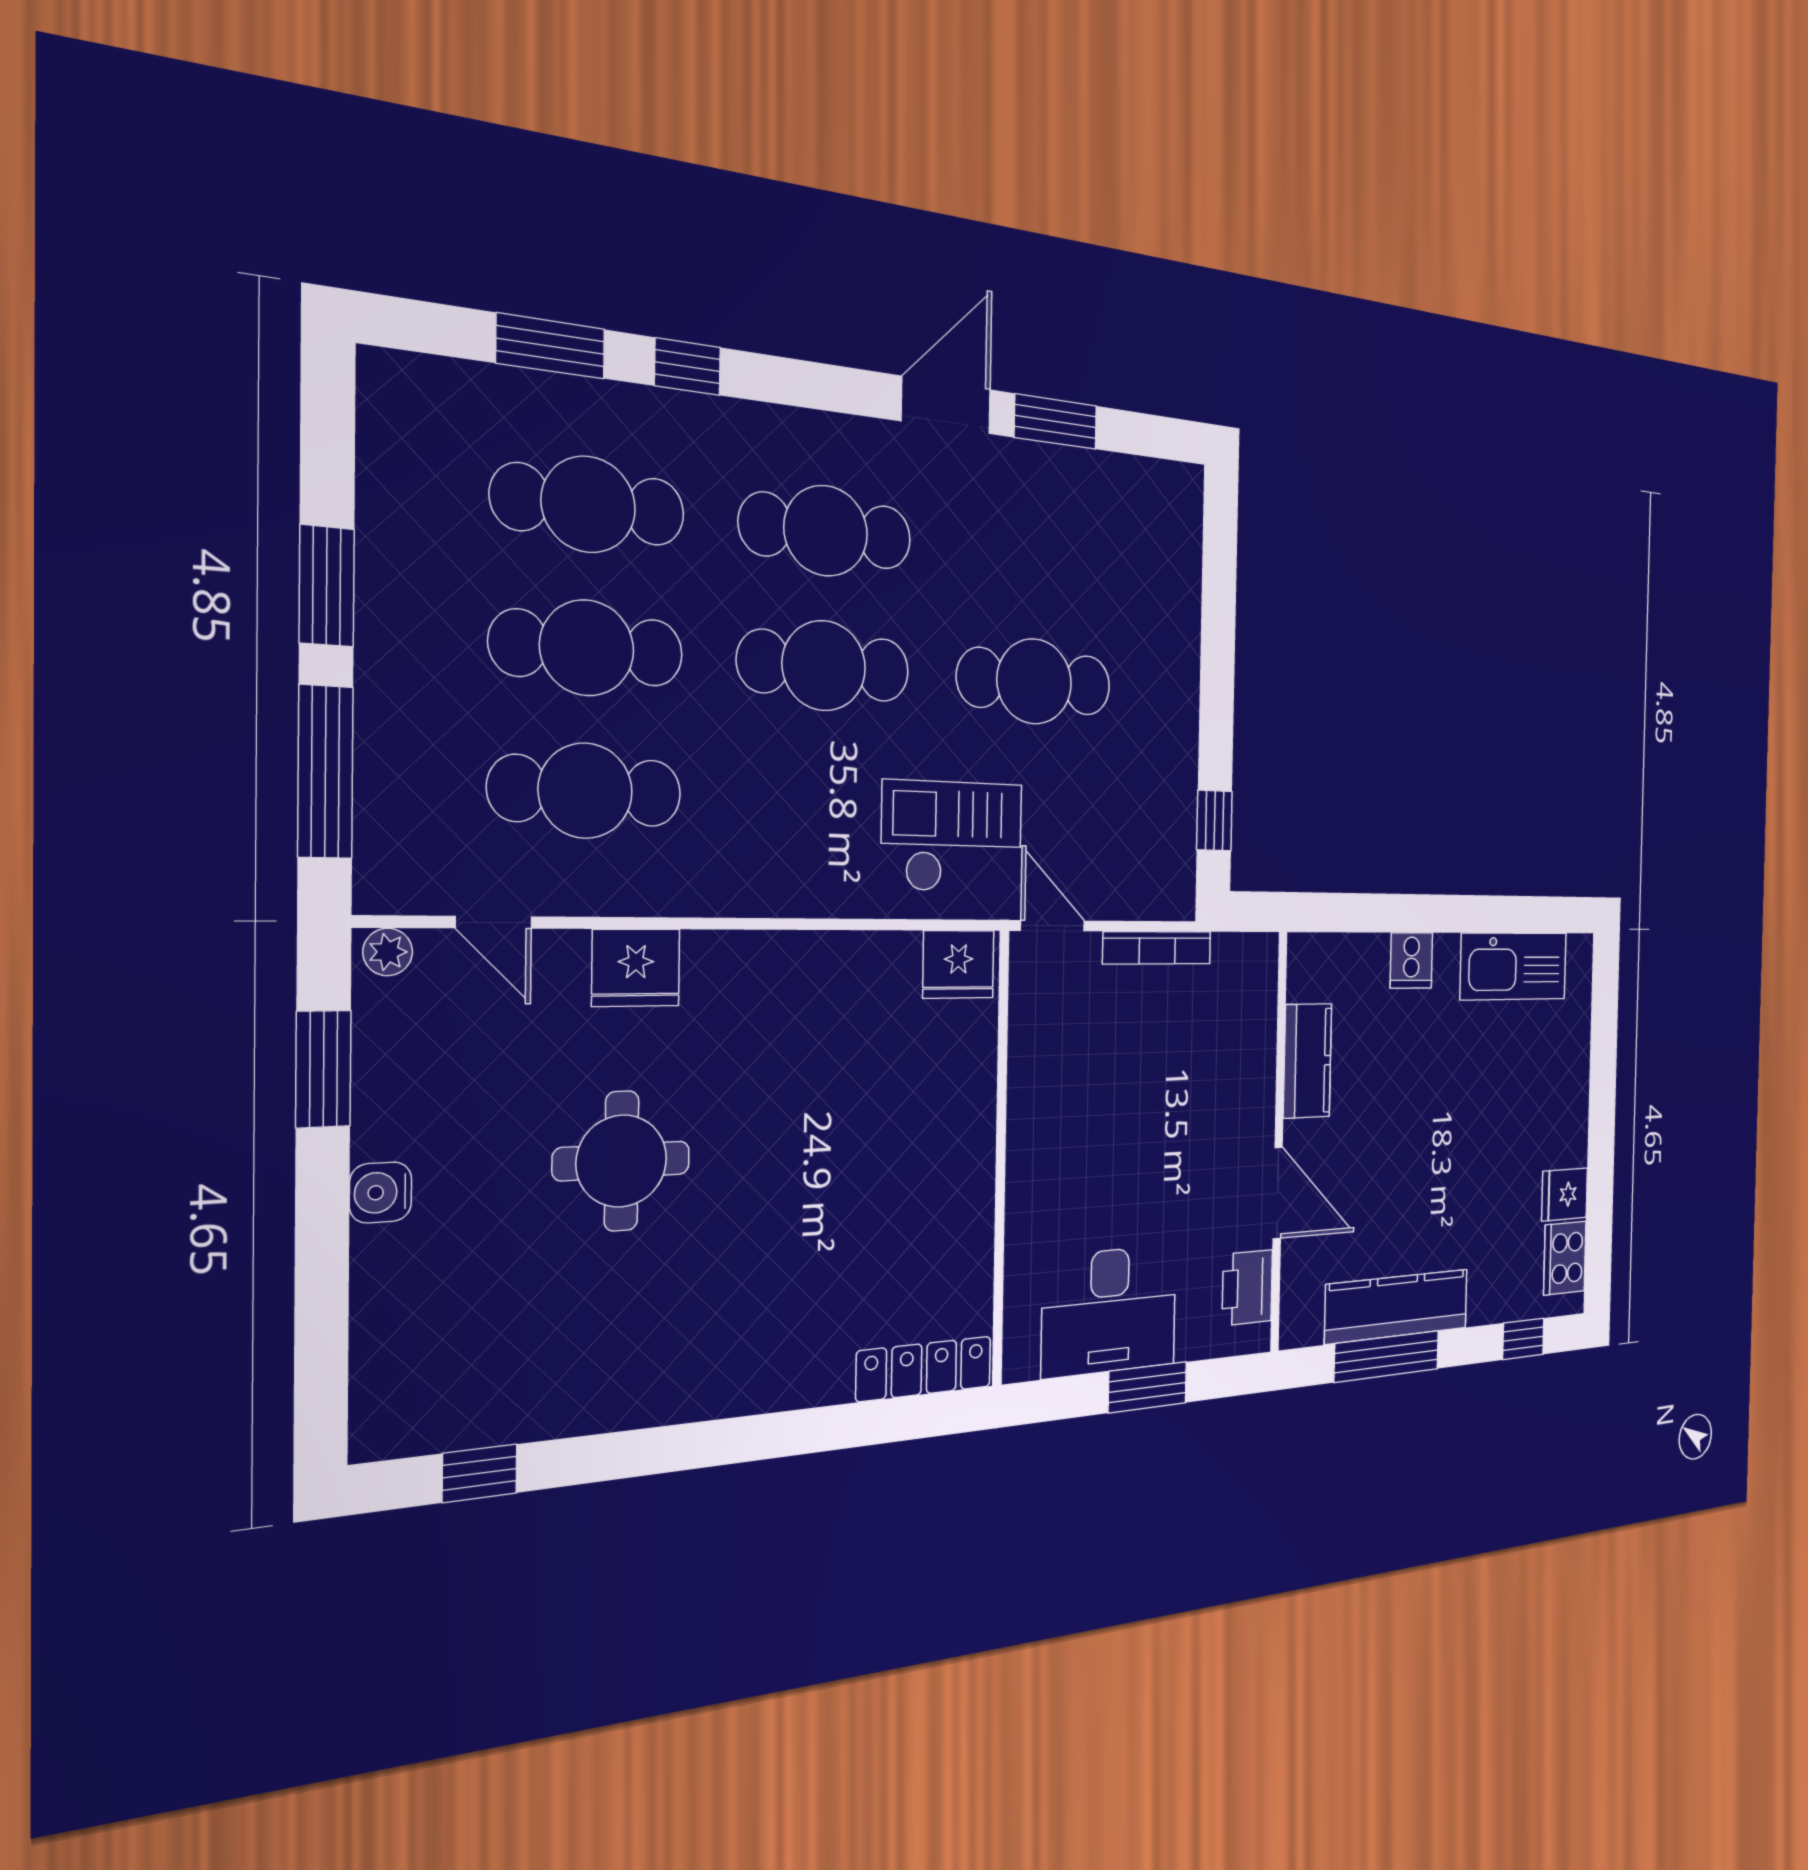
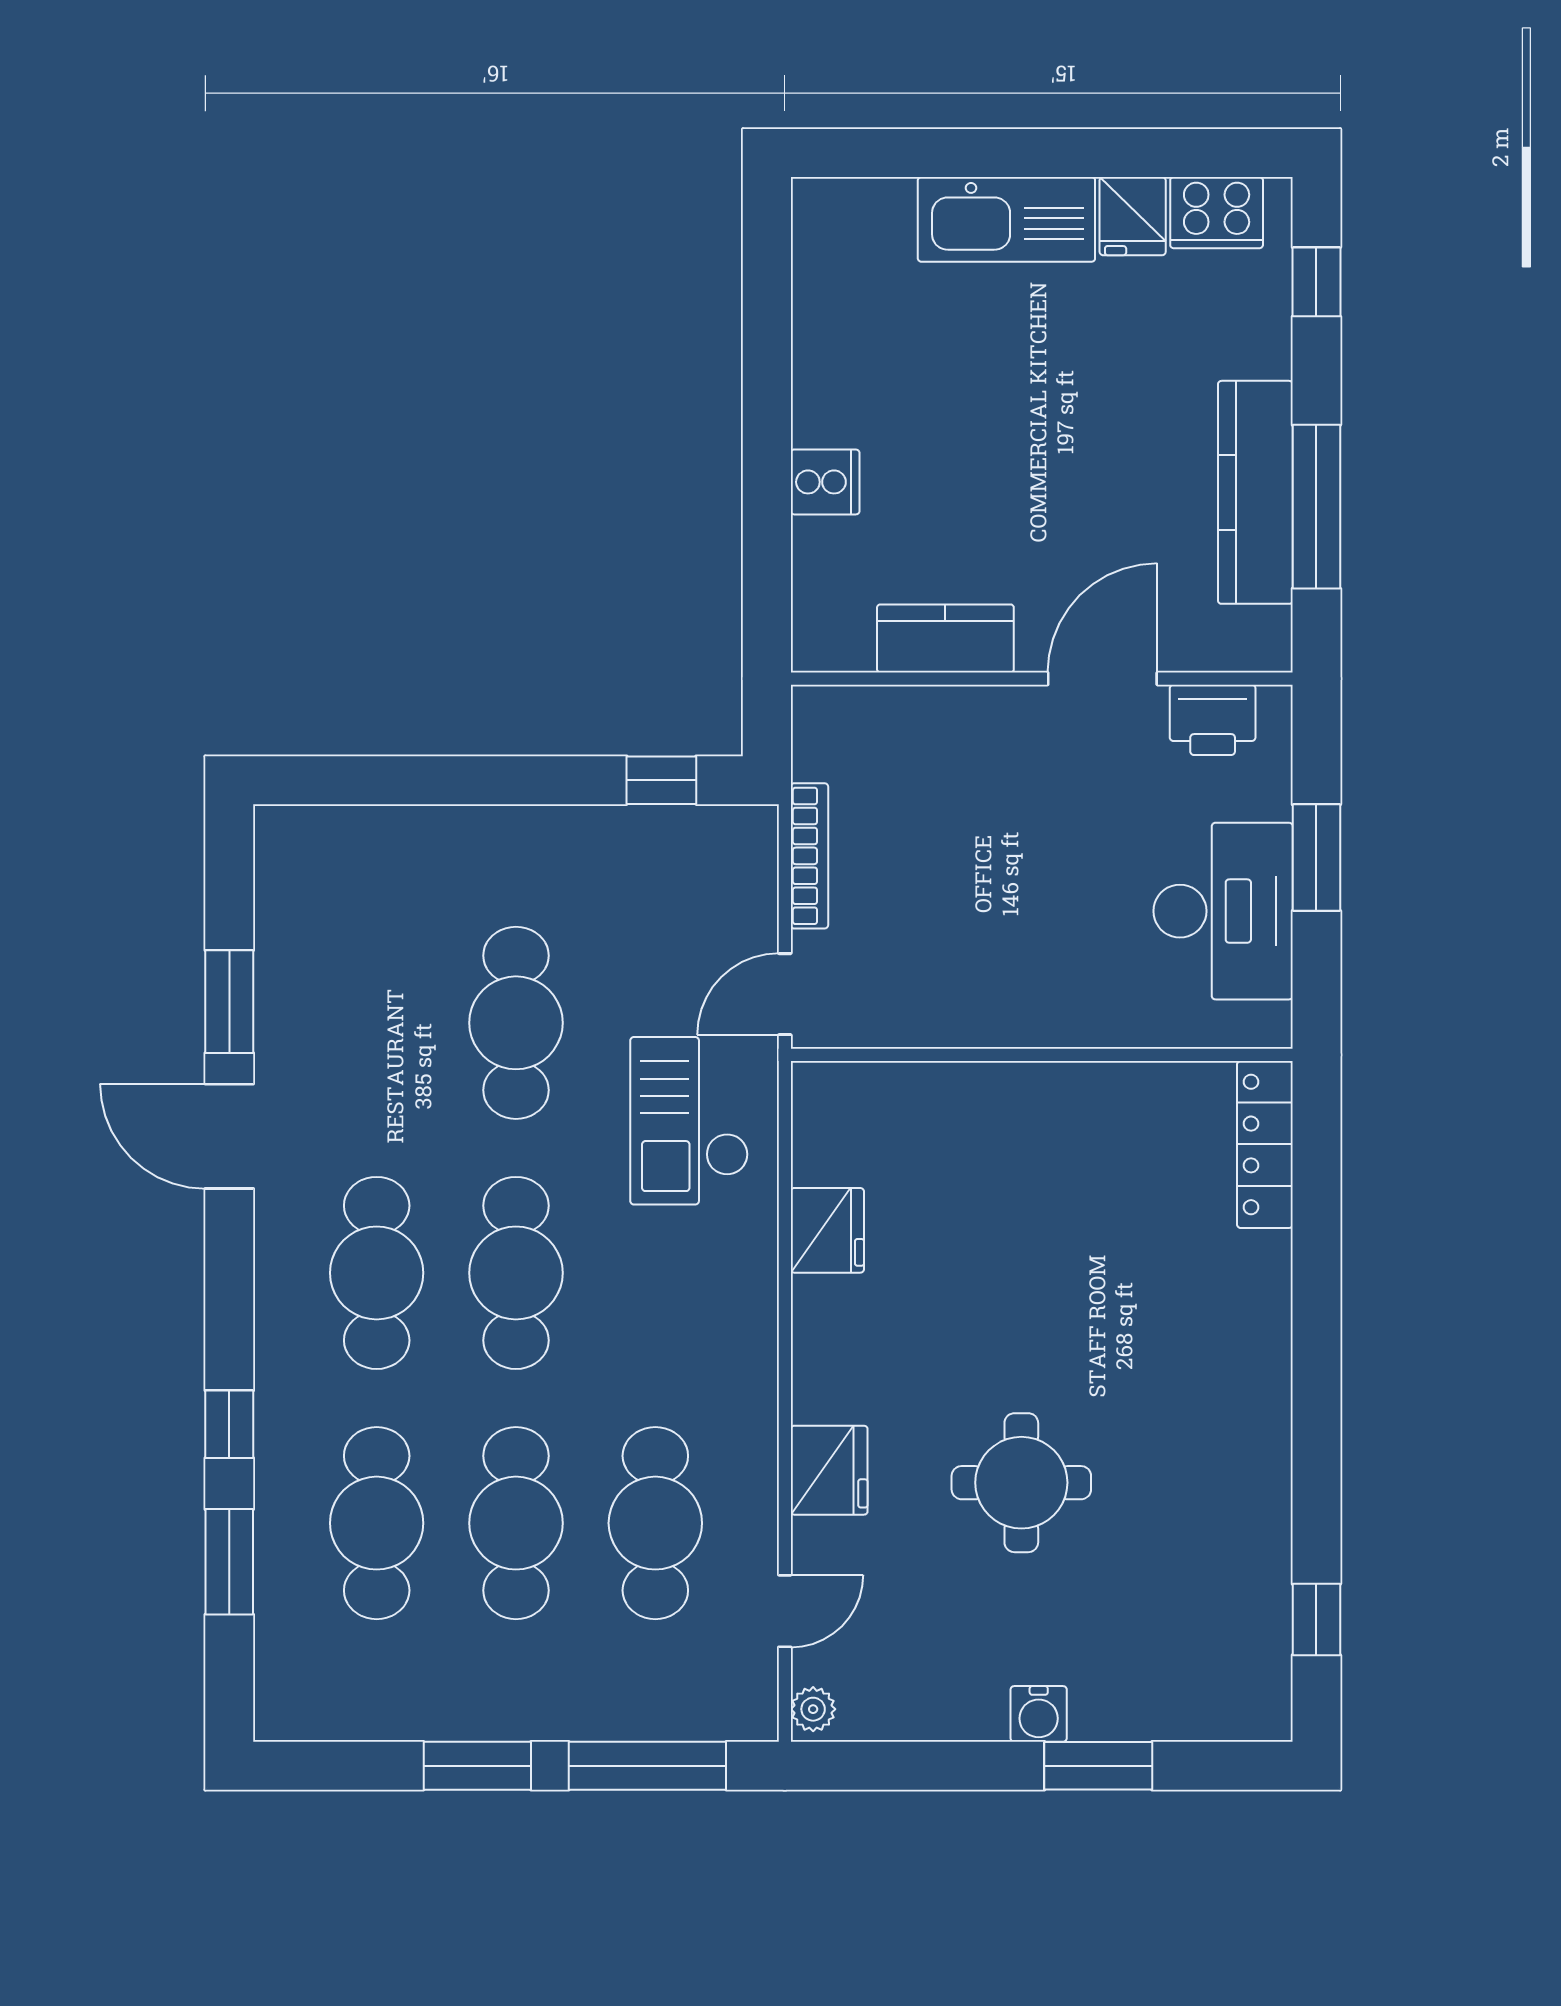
fridge: (958, 964) -> (827, 1230), moved
kitchen sink: (1514, 966) -> (1006, 219), moved, turned 90
window: (323, 1069) -> (1098, 1766), moved

